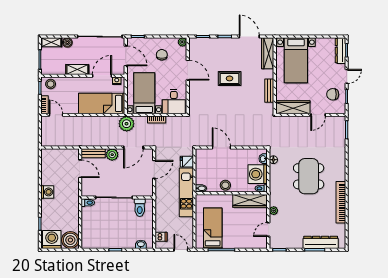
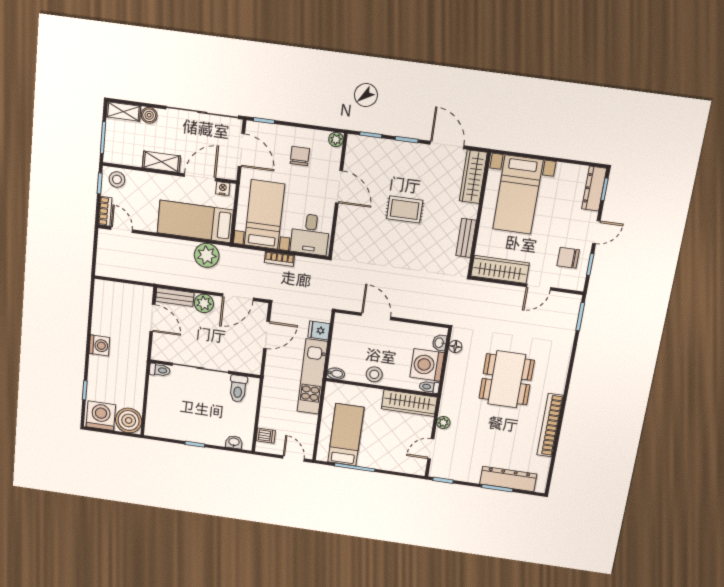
plant: (127, 124) -> (207, 255), moved

